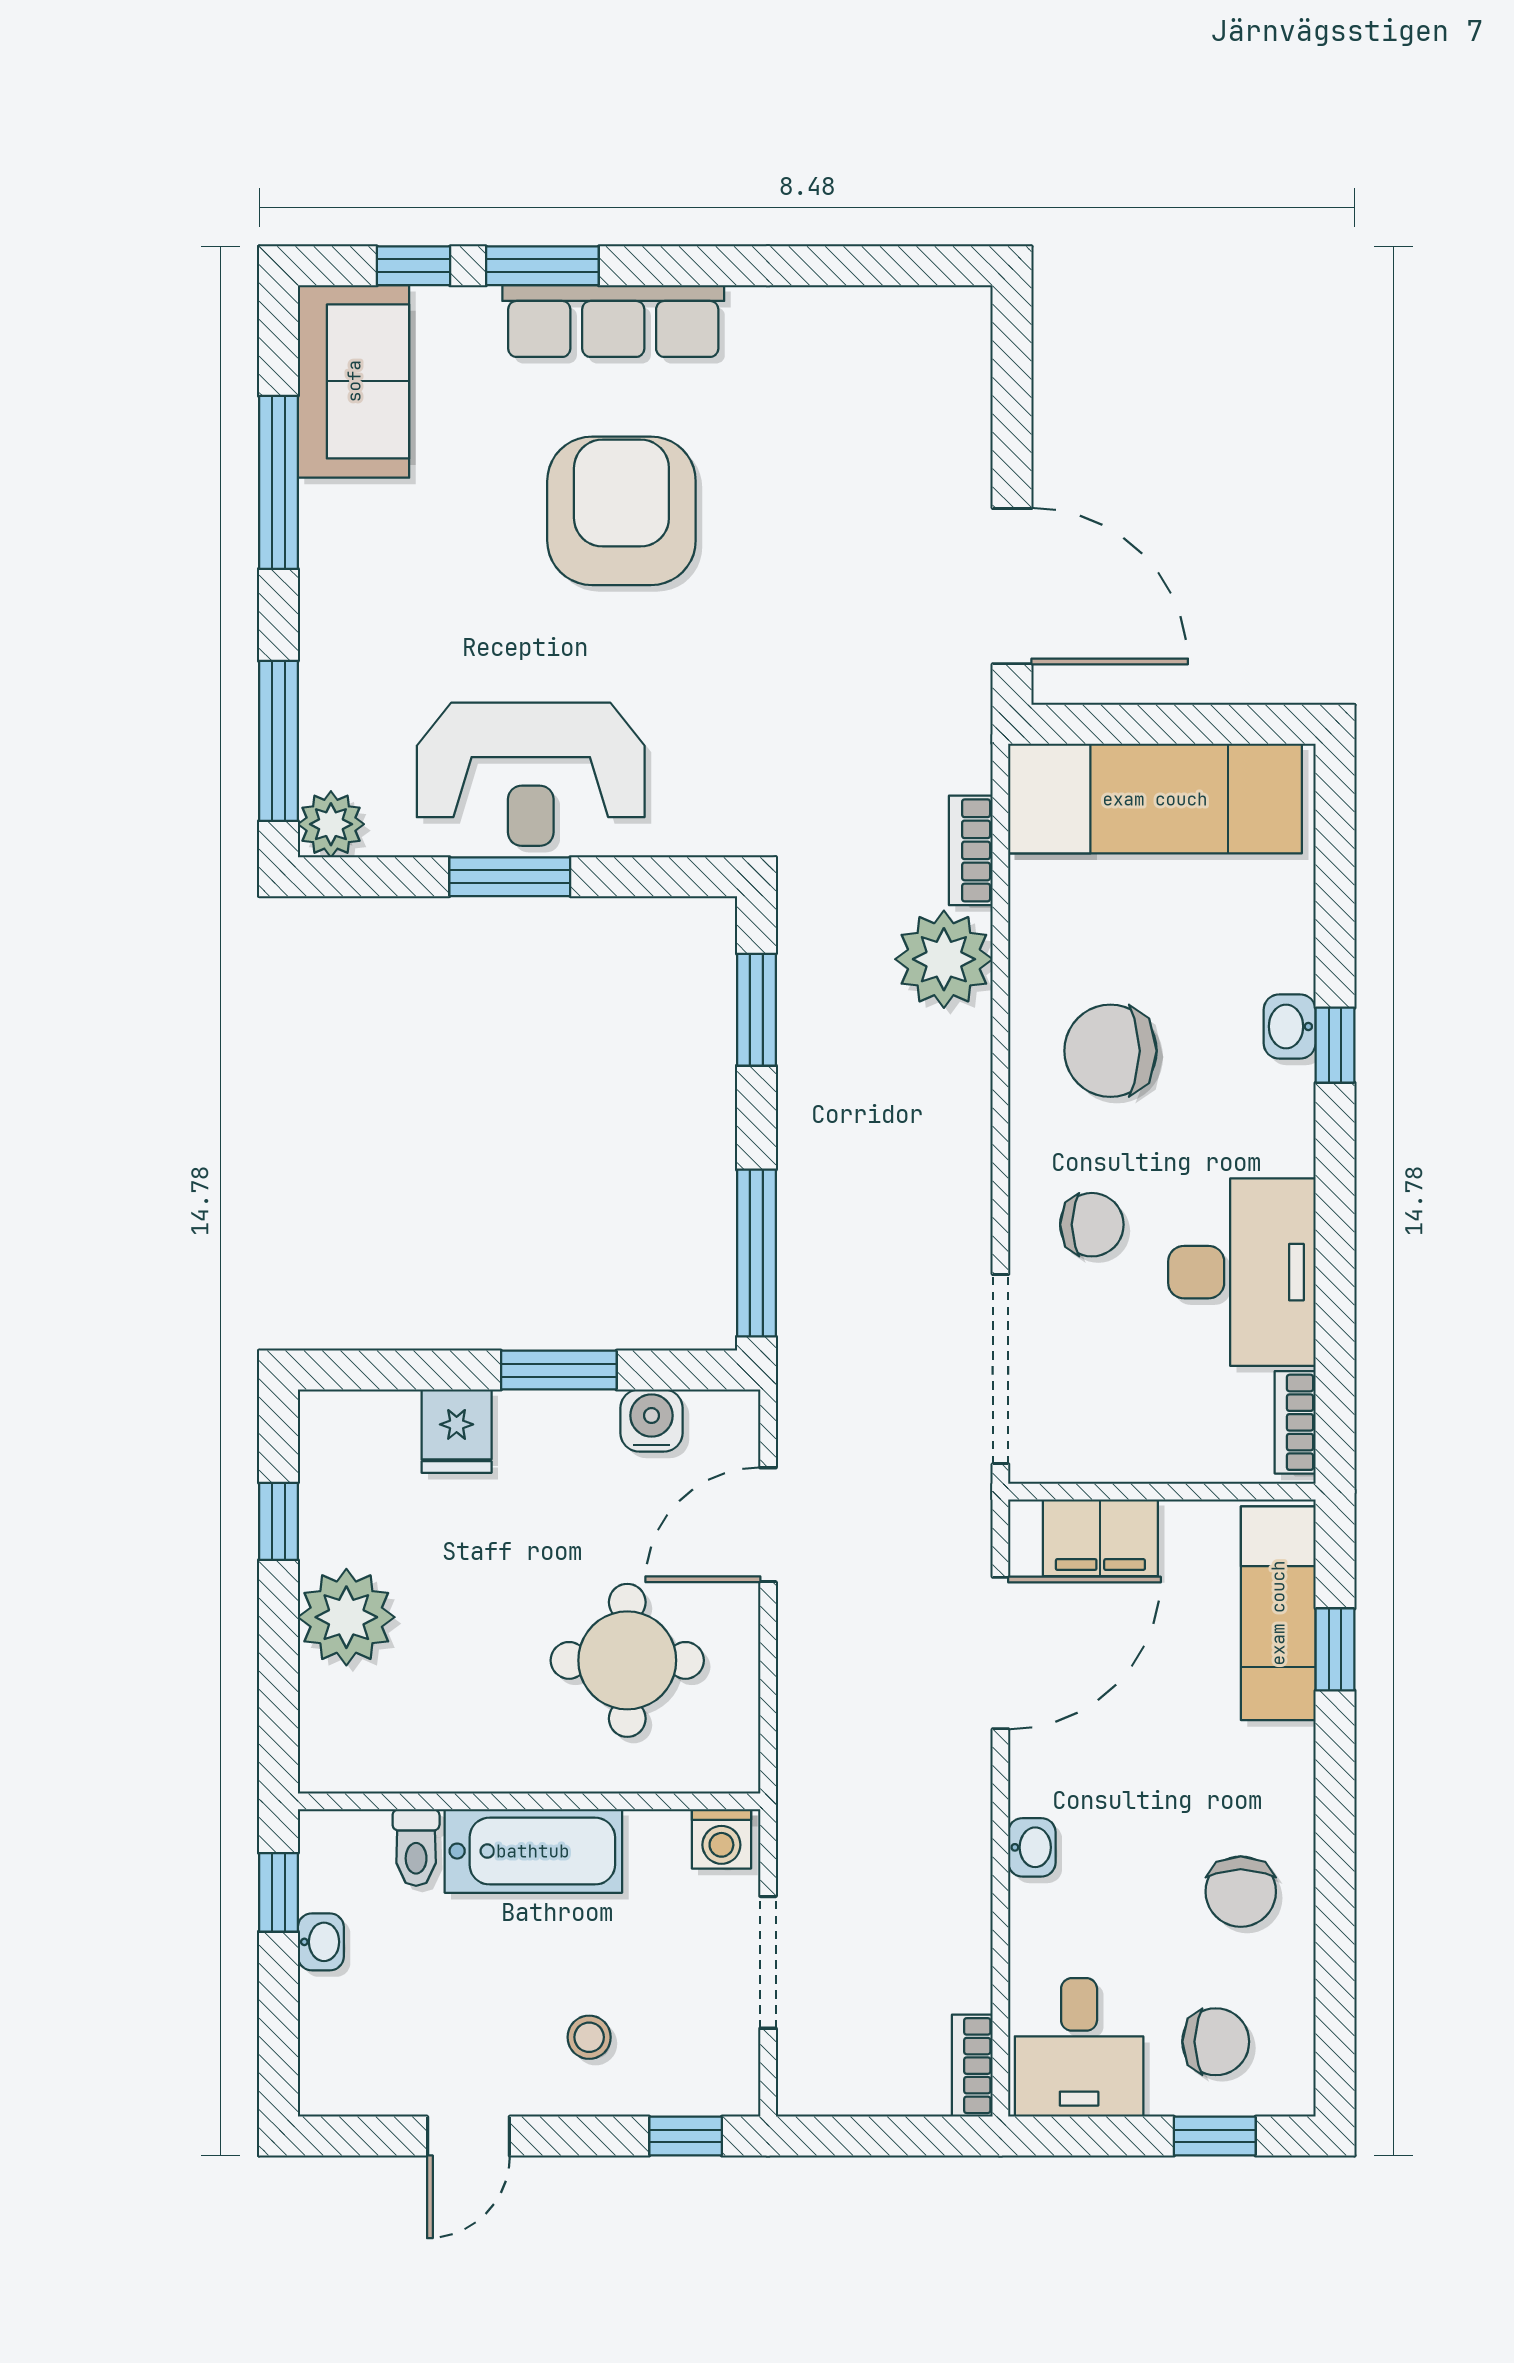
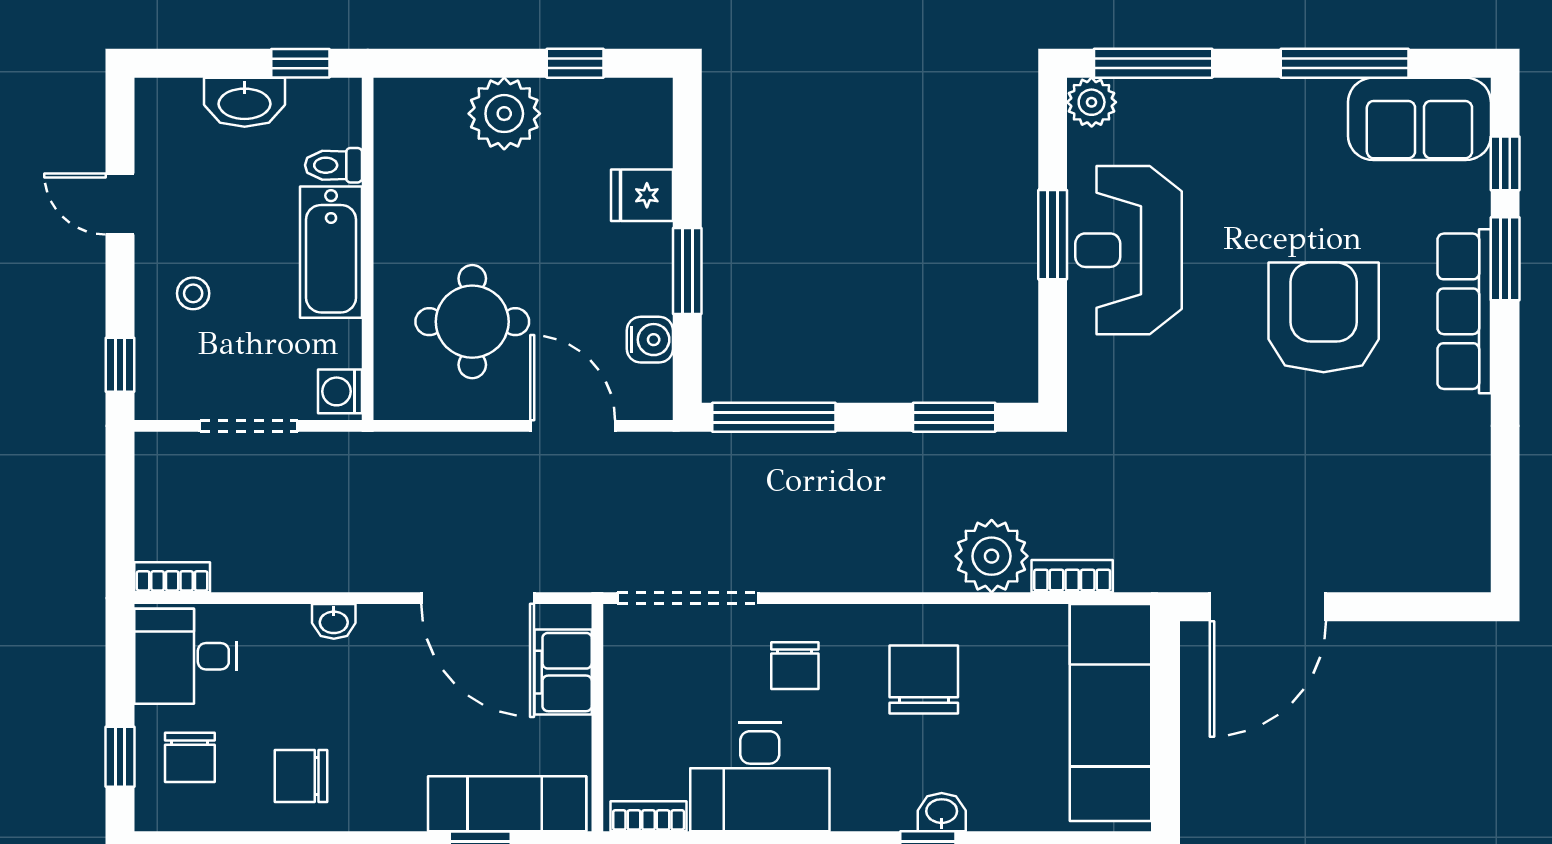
armchair: (621, 511) -> (1324, 317), turned -90
washbasin: (321, 1942) -> (245, 102), width x1.91, depth x1.45

